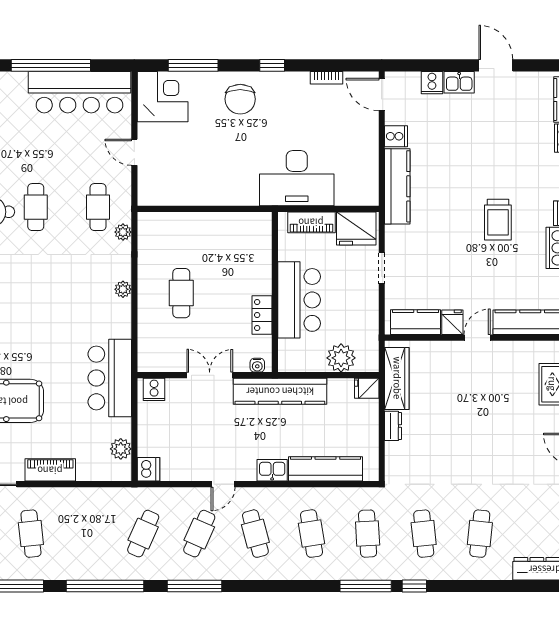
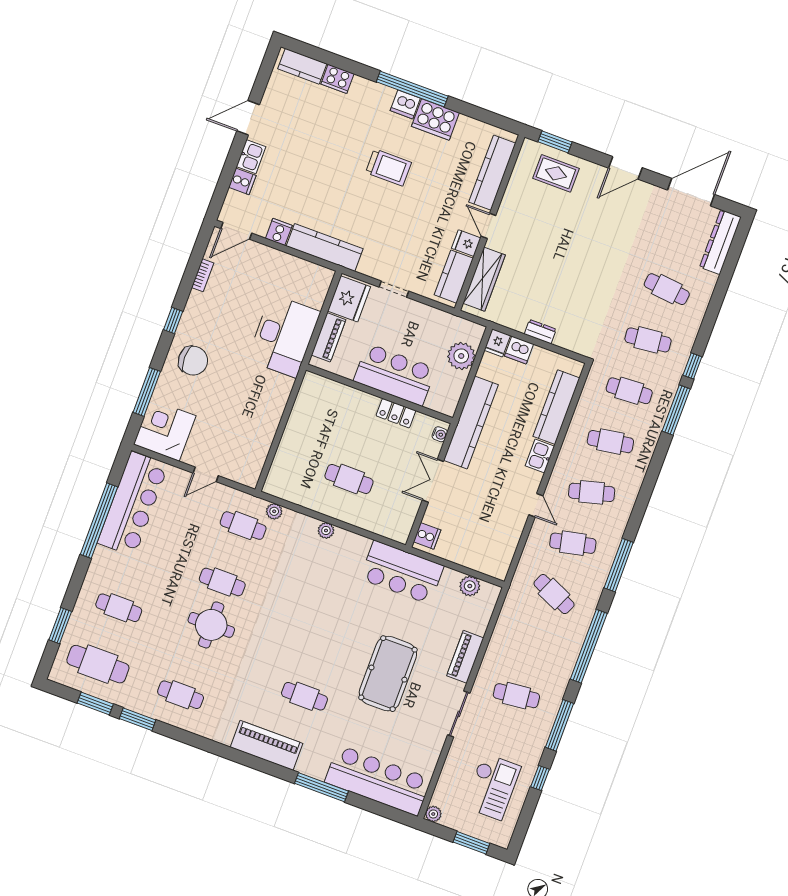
wardrobe: (397, 378) -> (484, 279), moved, turned 90
dishwasher: (148, 469) -> (519, 350), moved, turned 180
cafe table: (199, 534) -> (573, 543), turned -36

